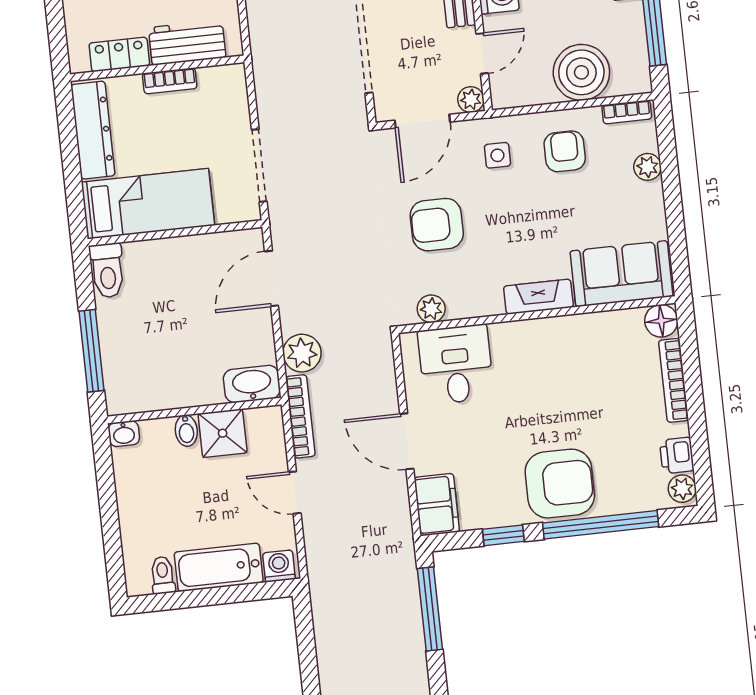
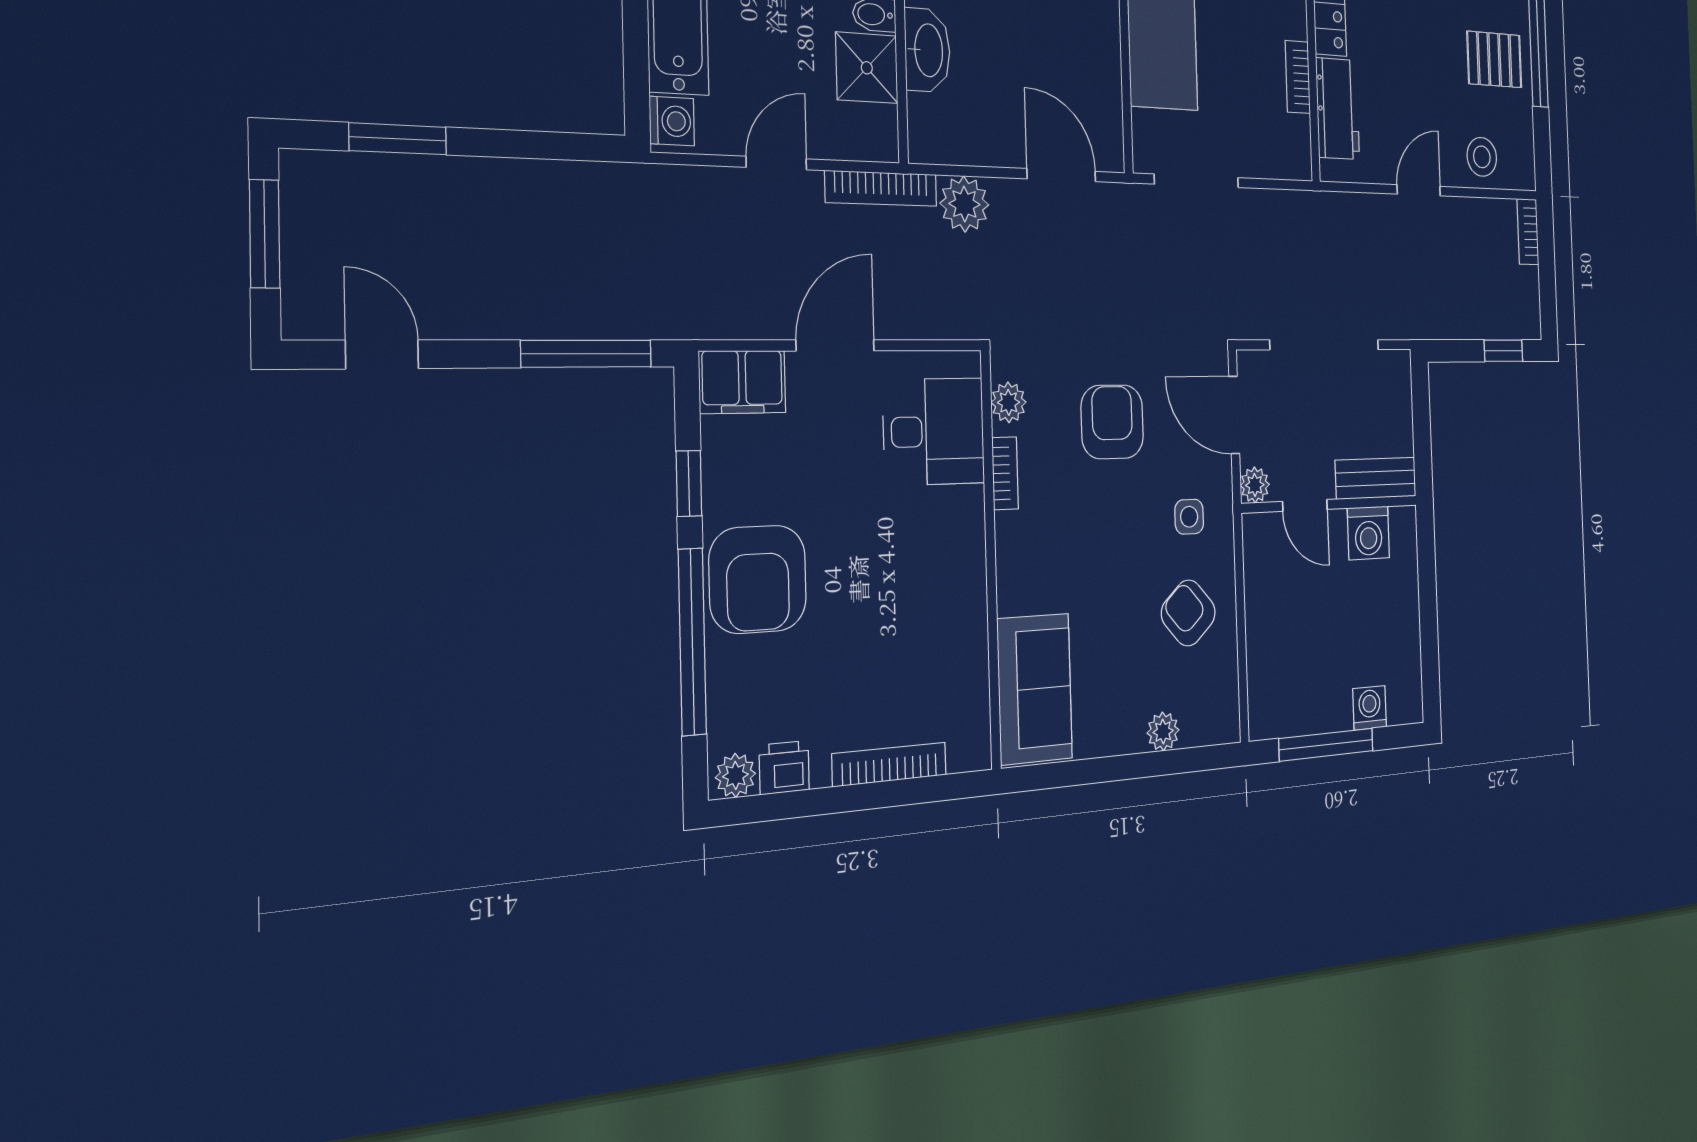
boiler: (581, 72) -> (1277, 642), removed
bookcase: (627, 112) -> (1005, 473), moved, turned 180
armchair: (565, 151) -> (1188, 613), turned -132
fireplace: (538, 297) -> (1014, 563), removed
floor lamp: (661, 321) -> (970, 747), removed
washbasin: (252, 384) -> (927, 50), moved

